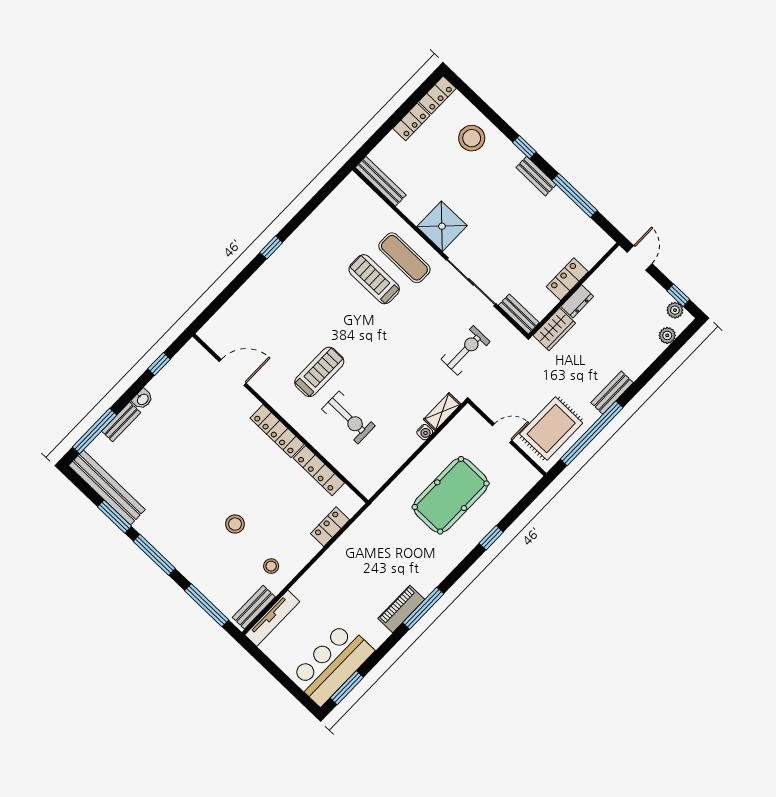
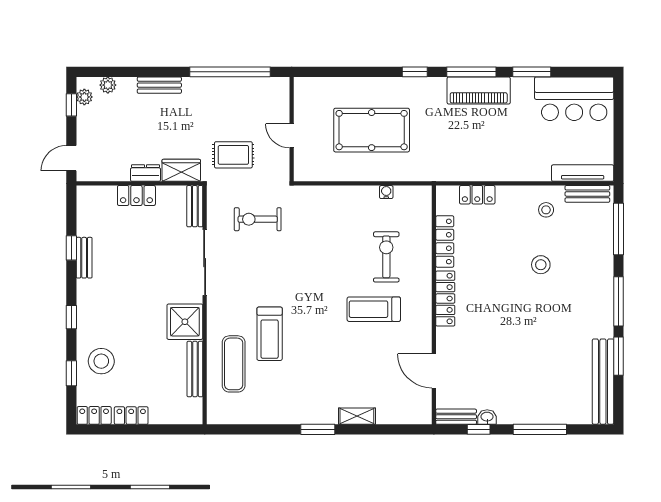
window: (484, 108) -> (71, 373), added
bench: (536, 176) -> (84, 258), moved
bench: (381, 181) -> (195, 369), moved
window: (575, 195) -> (71, 248), width x0.46
window: (271, 247) -> (318, 429), width x1.50
exercise mat: (404, 258) -> (234, 364), moved
bench: (612, 393) -> (159, 85), moved
washbasin: (142, 399) -> (487, 417), moved
shelving: (442, 412) -> (357, 416), moved
bench: (121, 422) -> (456, 417), moved
rug: (551, 429) -> (233, 155), moved, width x0.73, depth x0.70
window: (95, 431) -> (540, 429), moved
water cooler: (425, 432) -> (386, 192), moved
window: (491, 538) -> (415, 72), moved
piano: (401, 609) -> (479, 90), width x1.37, depth x1.33
window: (347, 688) -> (532, 72), moved

